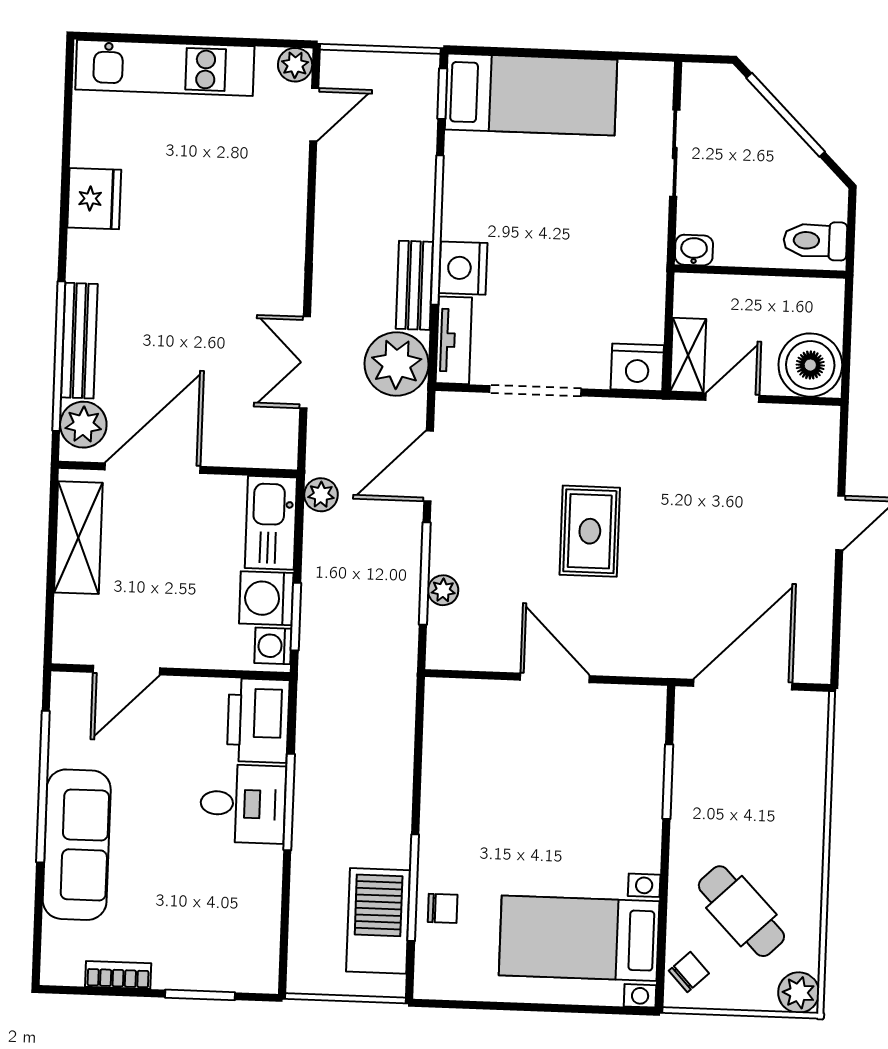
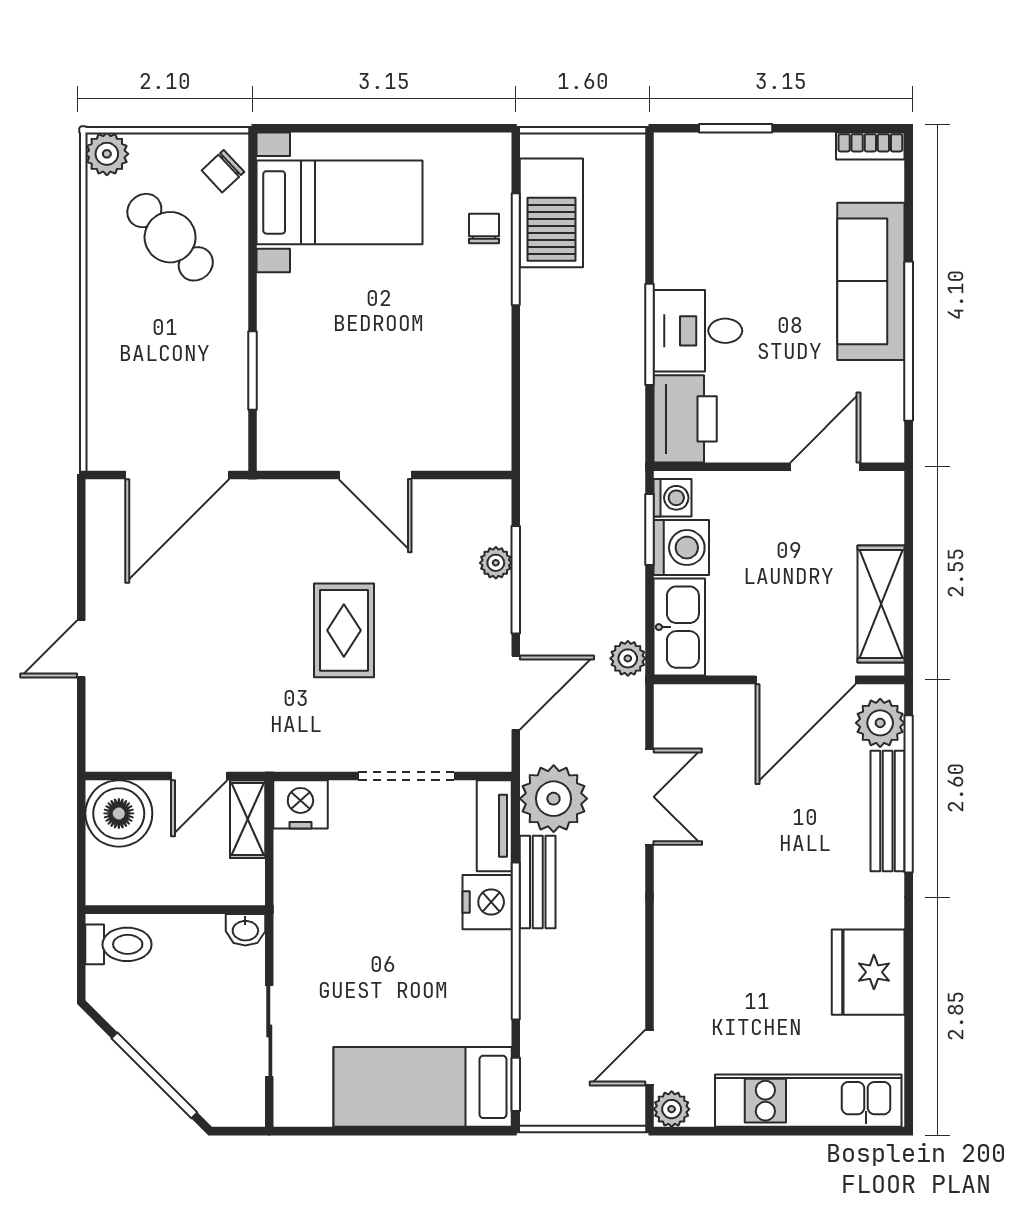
fridge: (94, 199) -> (868, 972), width x1.36, depth x1.34
chair: (443, 908) -> (484, 229), turned 90
bookcase: (118, 975) -> (870, 146), moved

